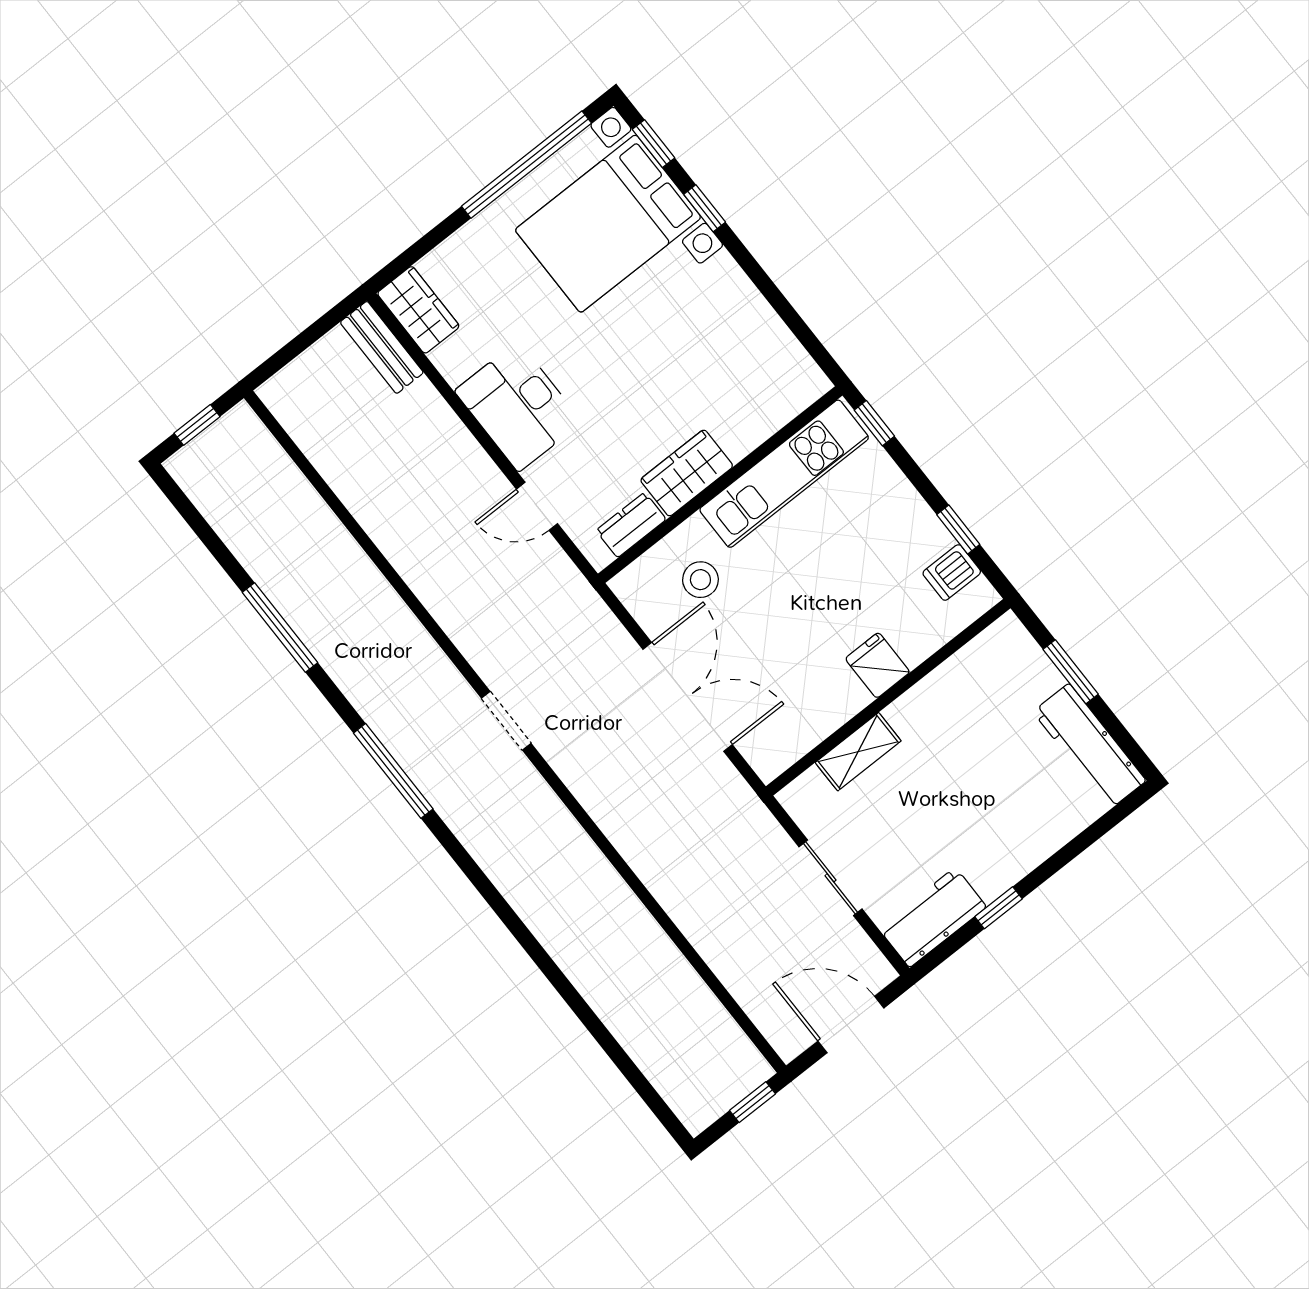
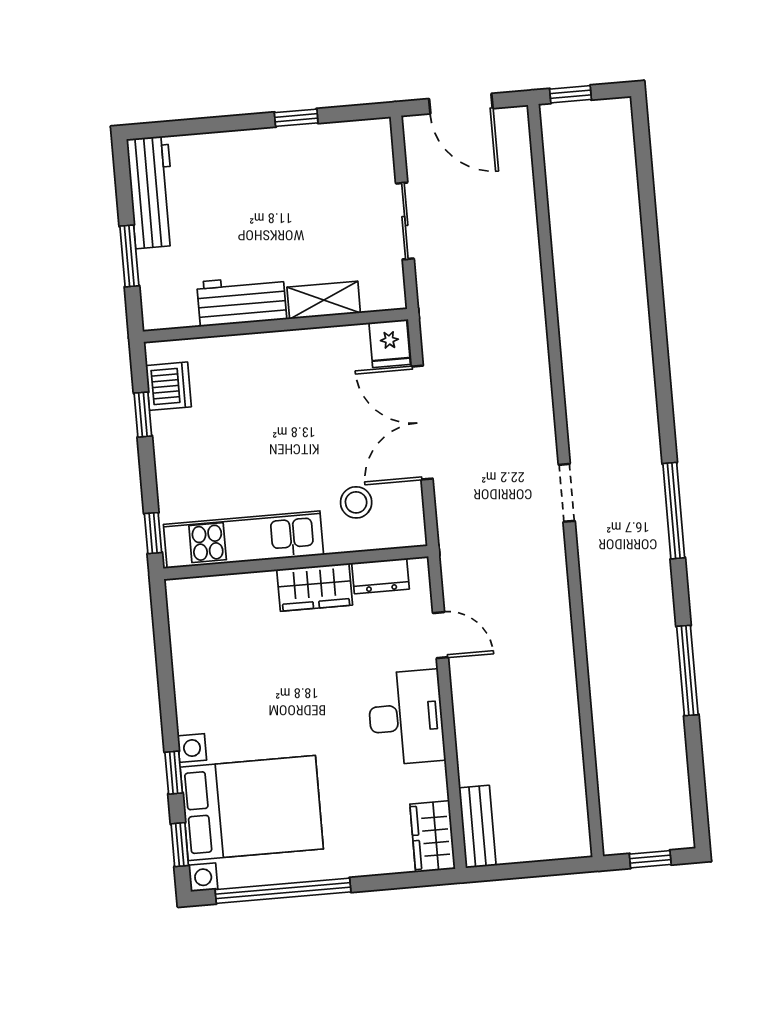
dishwasher: (952, 573) -> (168, 386), width x1.38
fridge: (878, 665) -> (390, 344), moved
workbench: (932, 918) -> (242, 301), moved, turned 180

